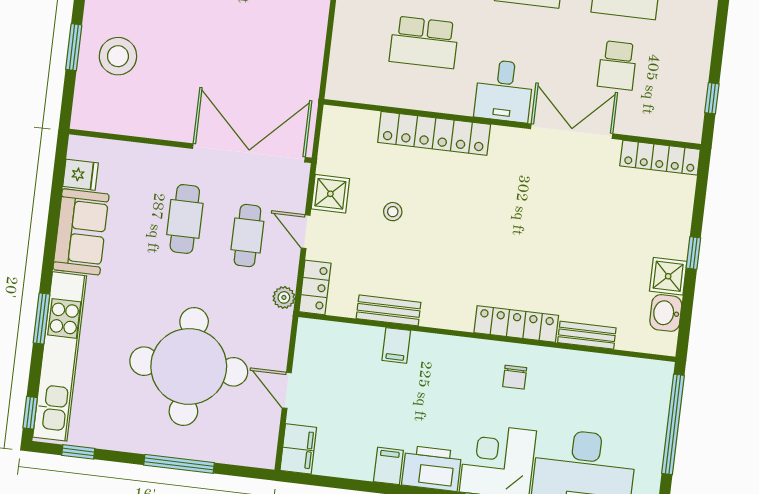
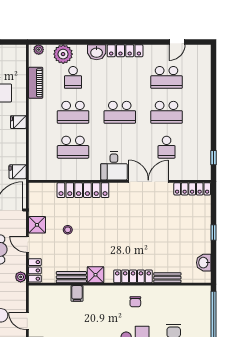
fridge: (303, 79) -> (18, 172), added
shower: (668, 276) -> (95, 275), moved

